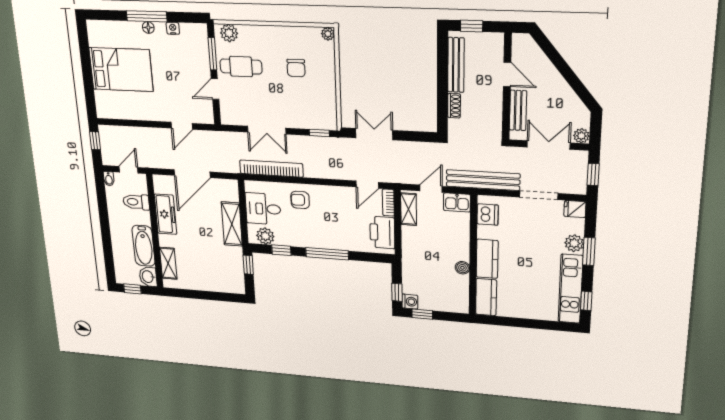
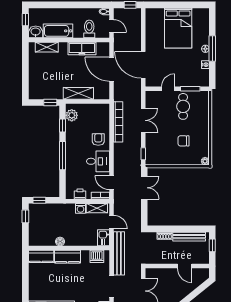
plant: (229, 33) -> (204, 100), removed
door: (507, 74) -> (185, 266), hinge flipped
door: (215, 89) -> (168, 89), hinge flipped
bench: (518, 110) -> (163, 273), removed
door: (182, 126) -> (143, 65), width x1.87
double door: (267, 130) -> (143, 120), swing flipped
desk: (263, 209) -> (98, 161), moved, turned 90
printer: (382, 233) -> (80, 194), width x0.53, depth x0.68
washing machine: (410, 302) -> (80, 208), moved

